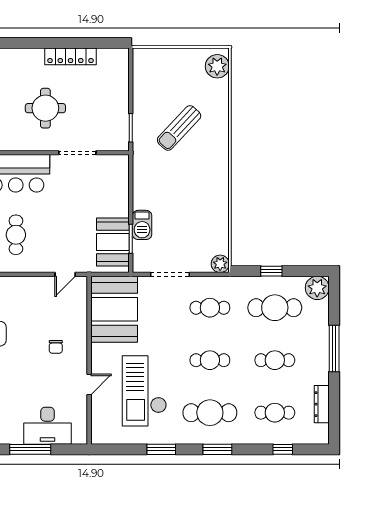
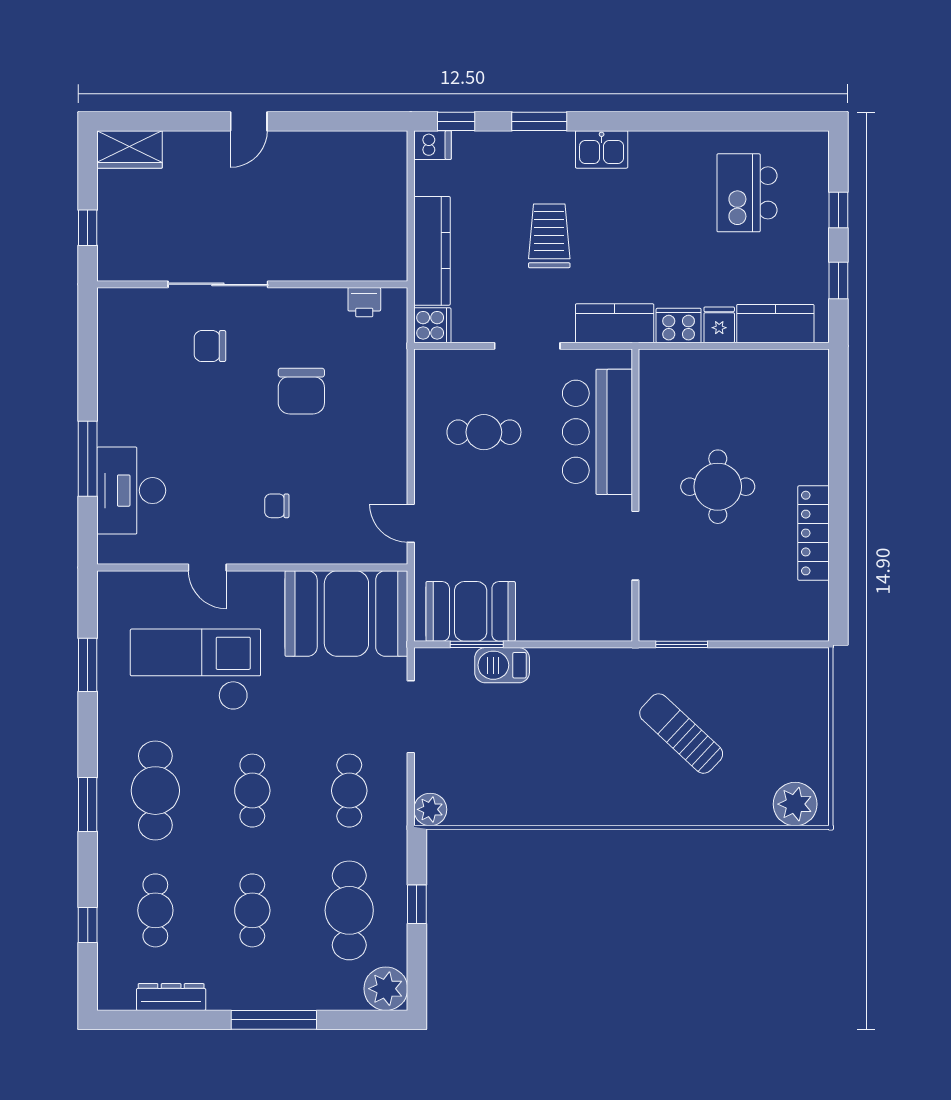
window: (161, 449) -> (88, 665), moved

